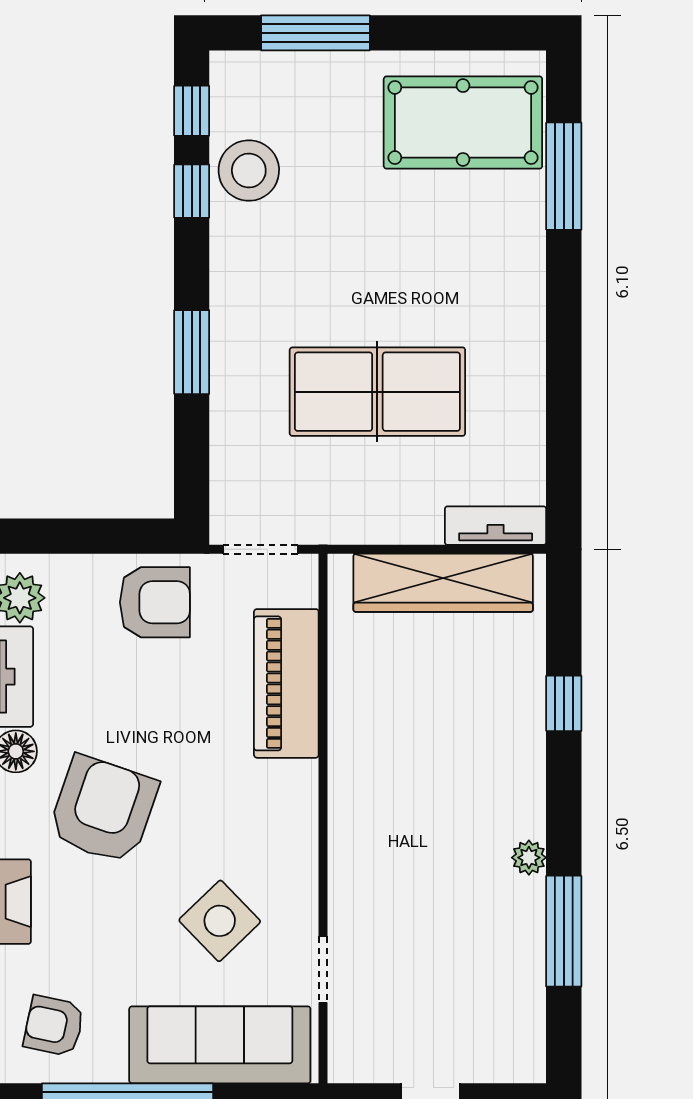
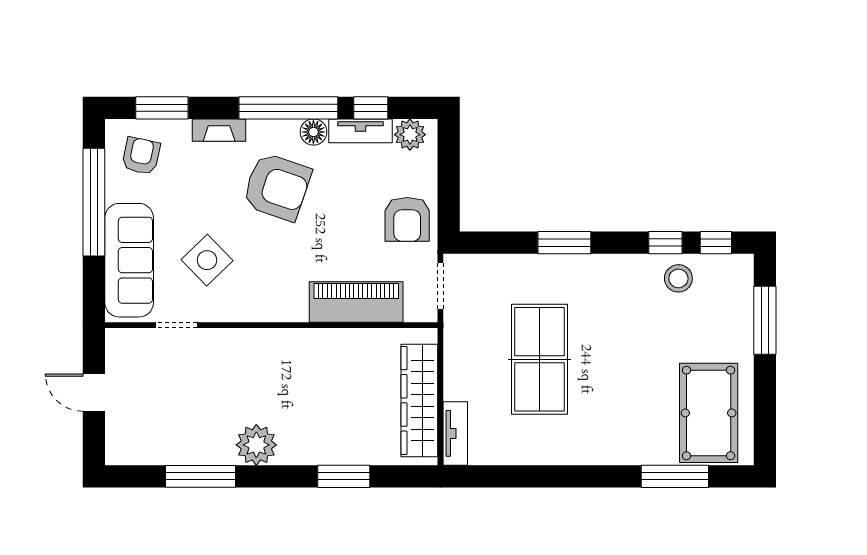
stool: (249, 171) -> (678, 278), width x0.73, depth x0.73
window: (564, 703) -> (344, 476), width x1.50
plant: (529, 858) -> (256, 445), width x1.87, depth x1.87

